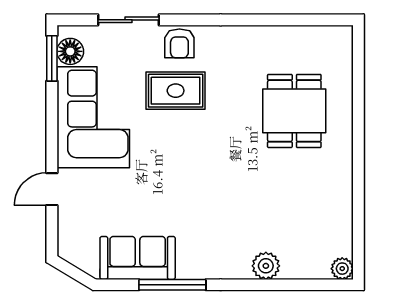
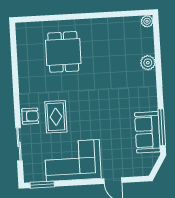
floor lamp: (70, 51) -> (38, 175), removed
dining table: (294, 111) -> (63, 52), turned 90
window: (172, 285) -> (162, 127), moved

